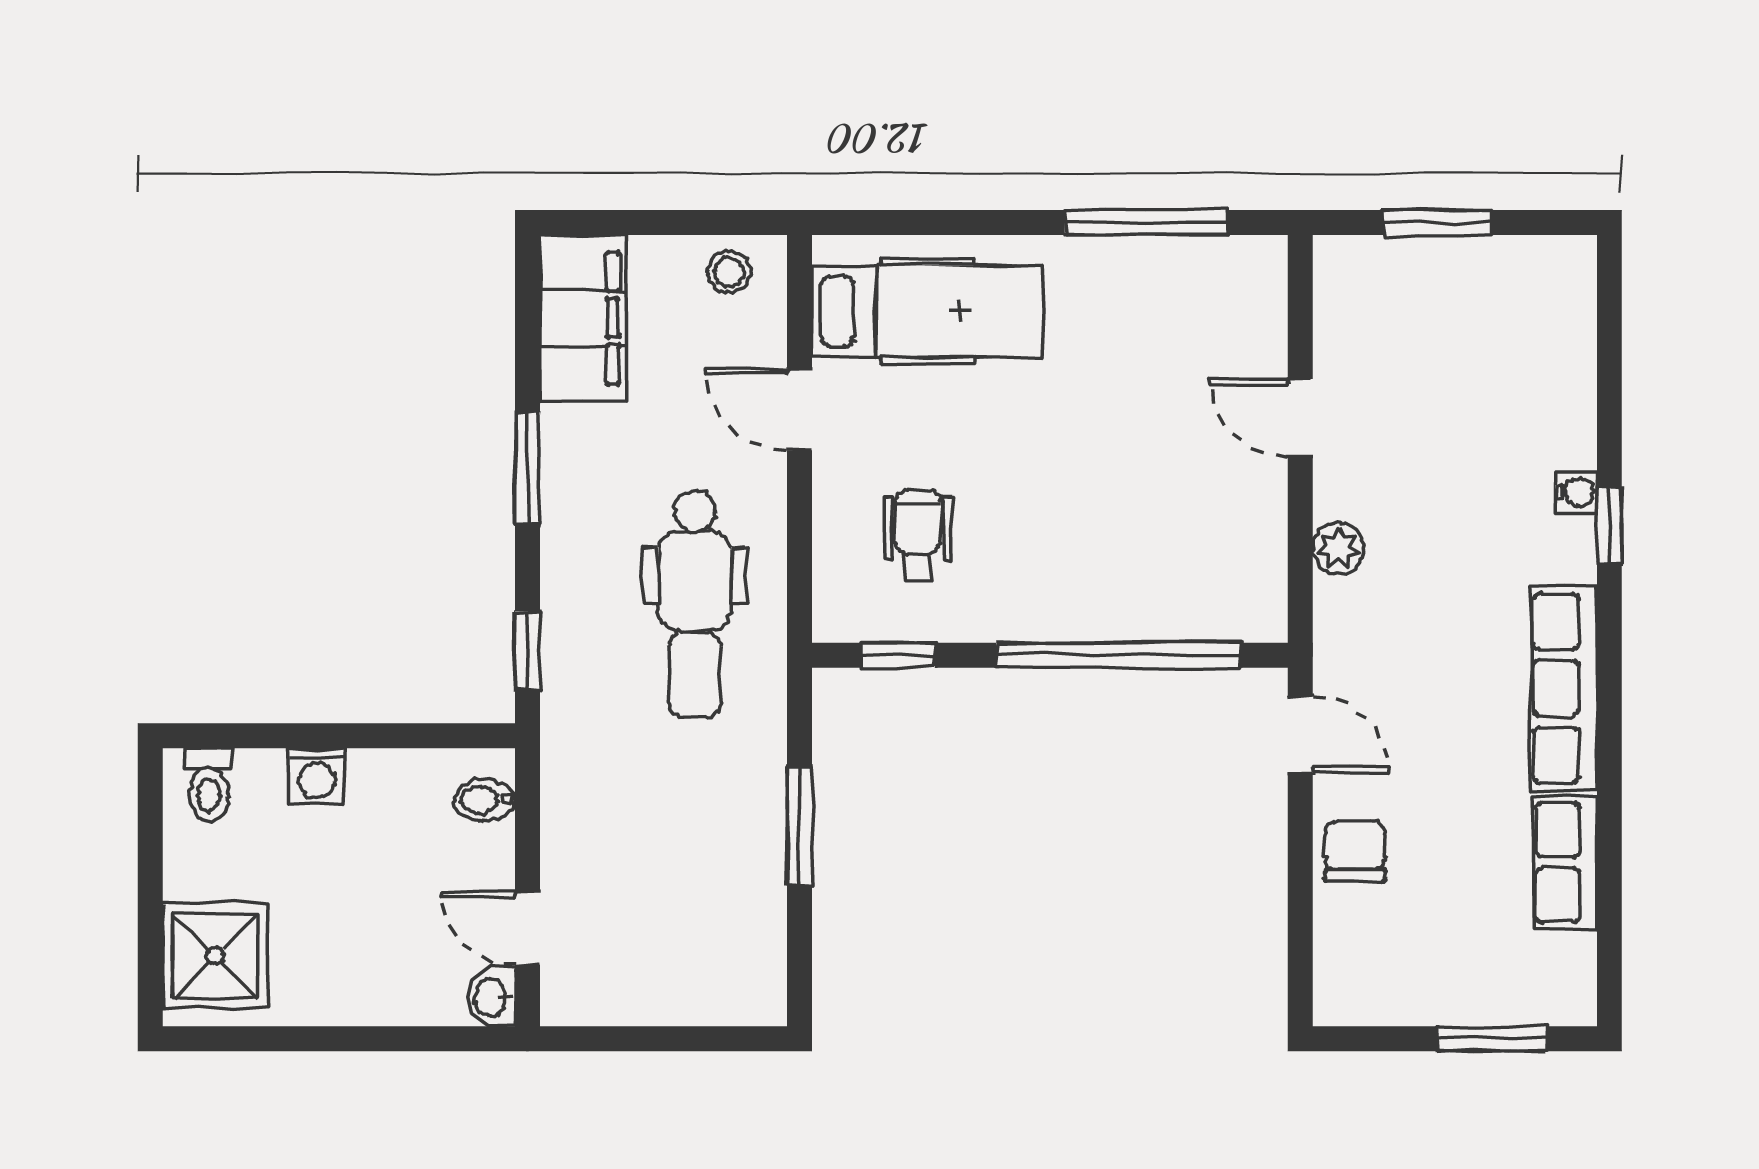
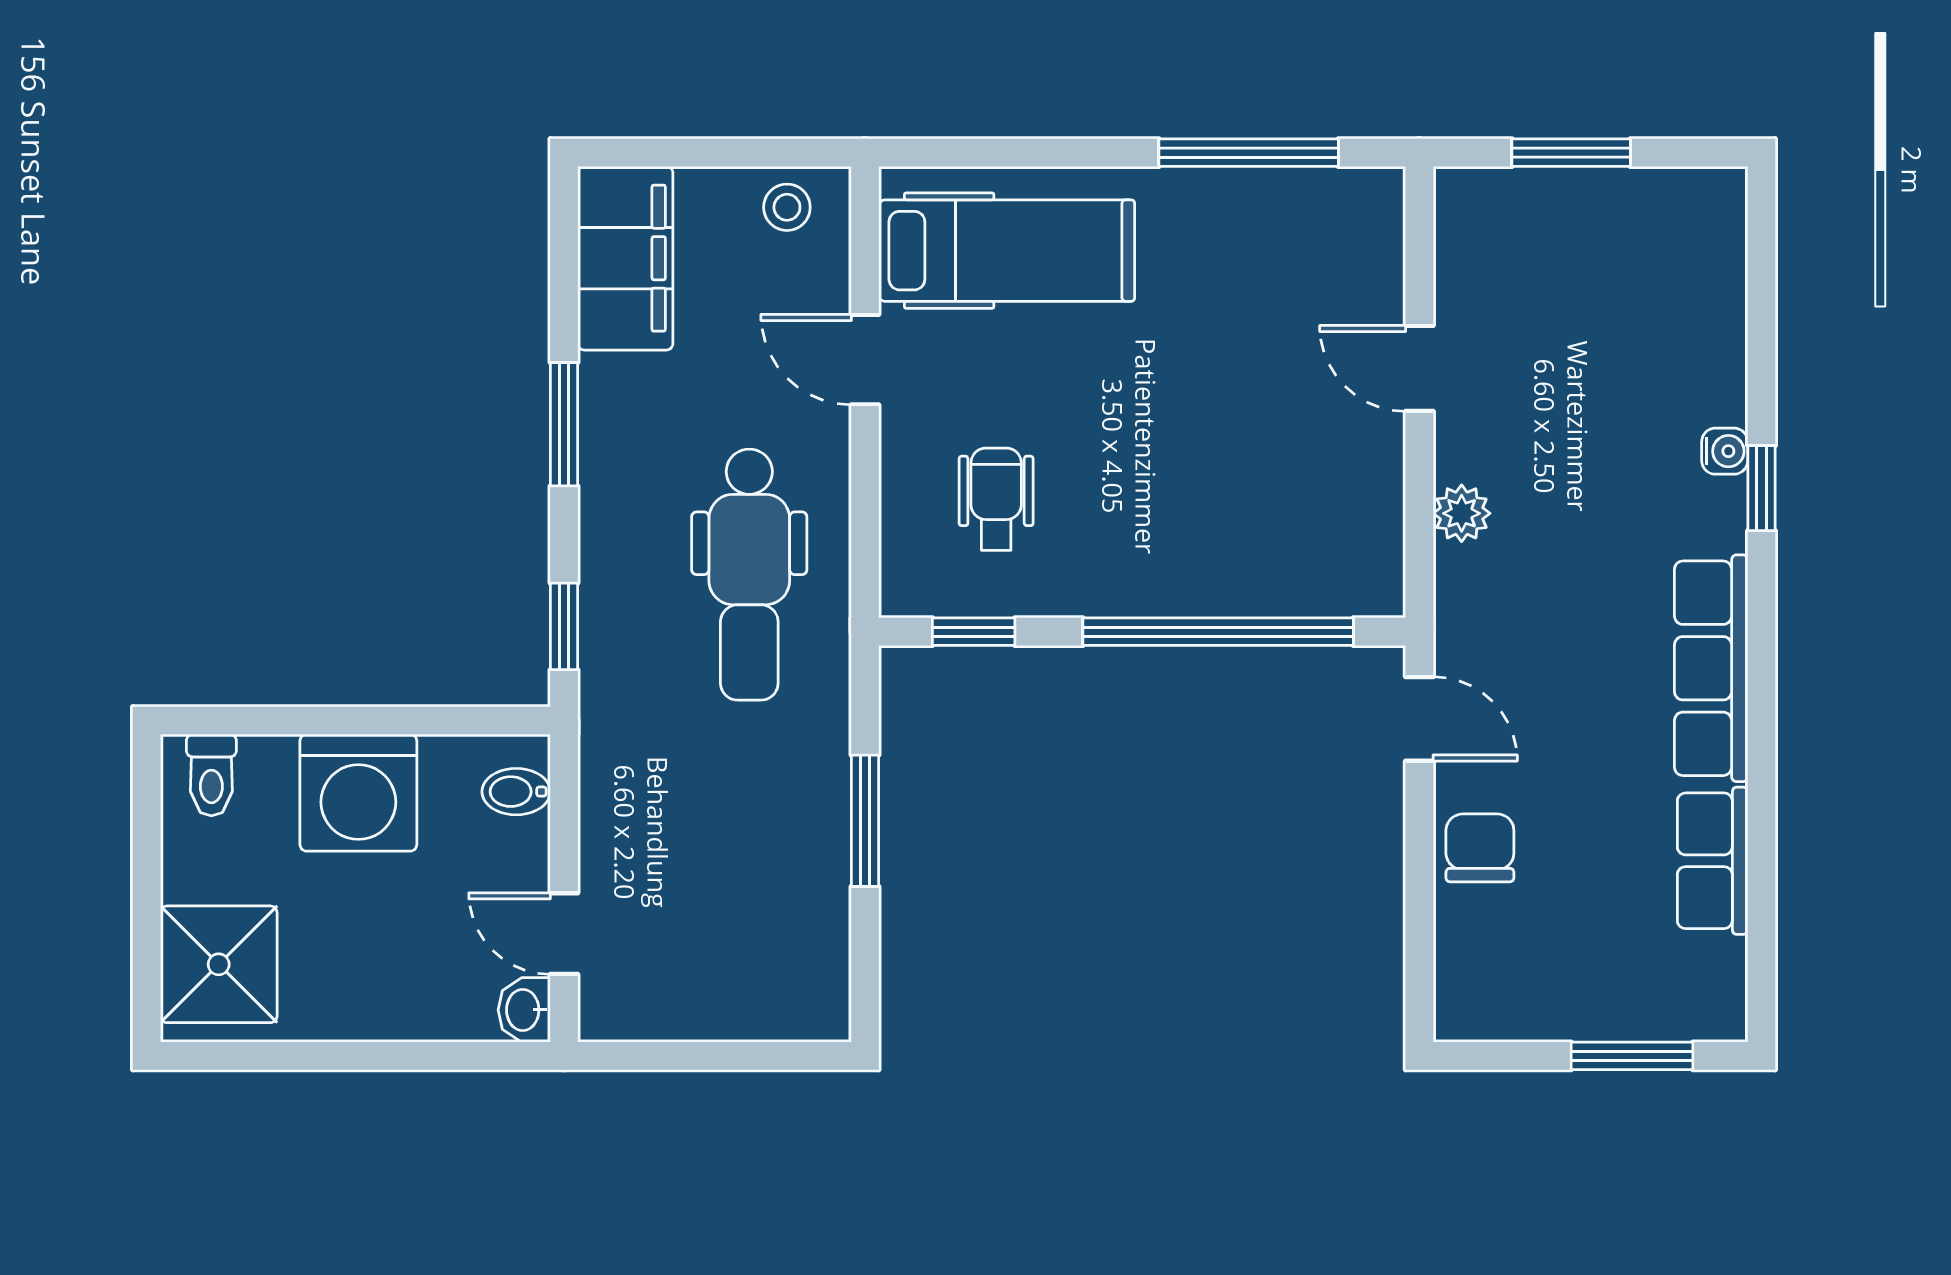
washing machine: (317, 776) -> (358, 793), width x1.89, depth x1.89

